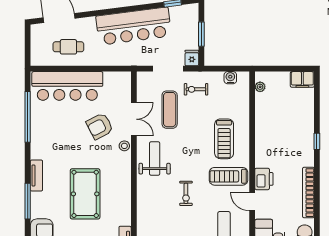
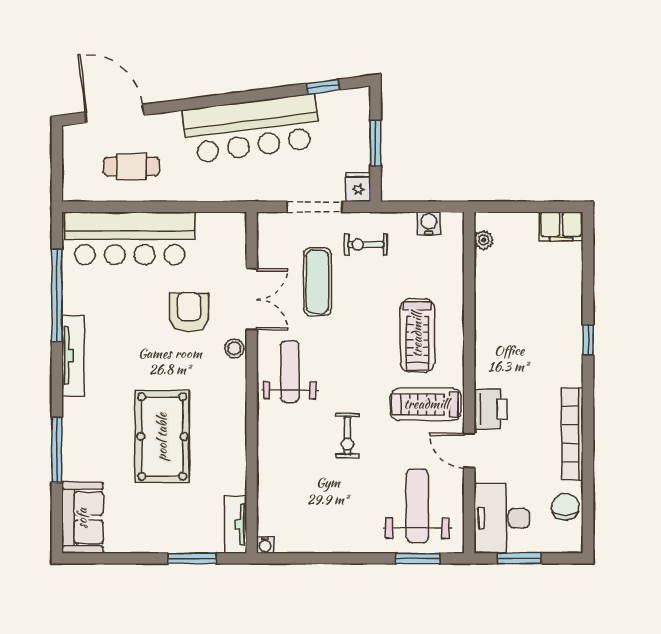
armchair: (100, 126) -> (189, 312), turned 117
tv unit: (36, 175) -> (73, 356), moved, width x1.41

